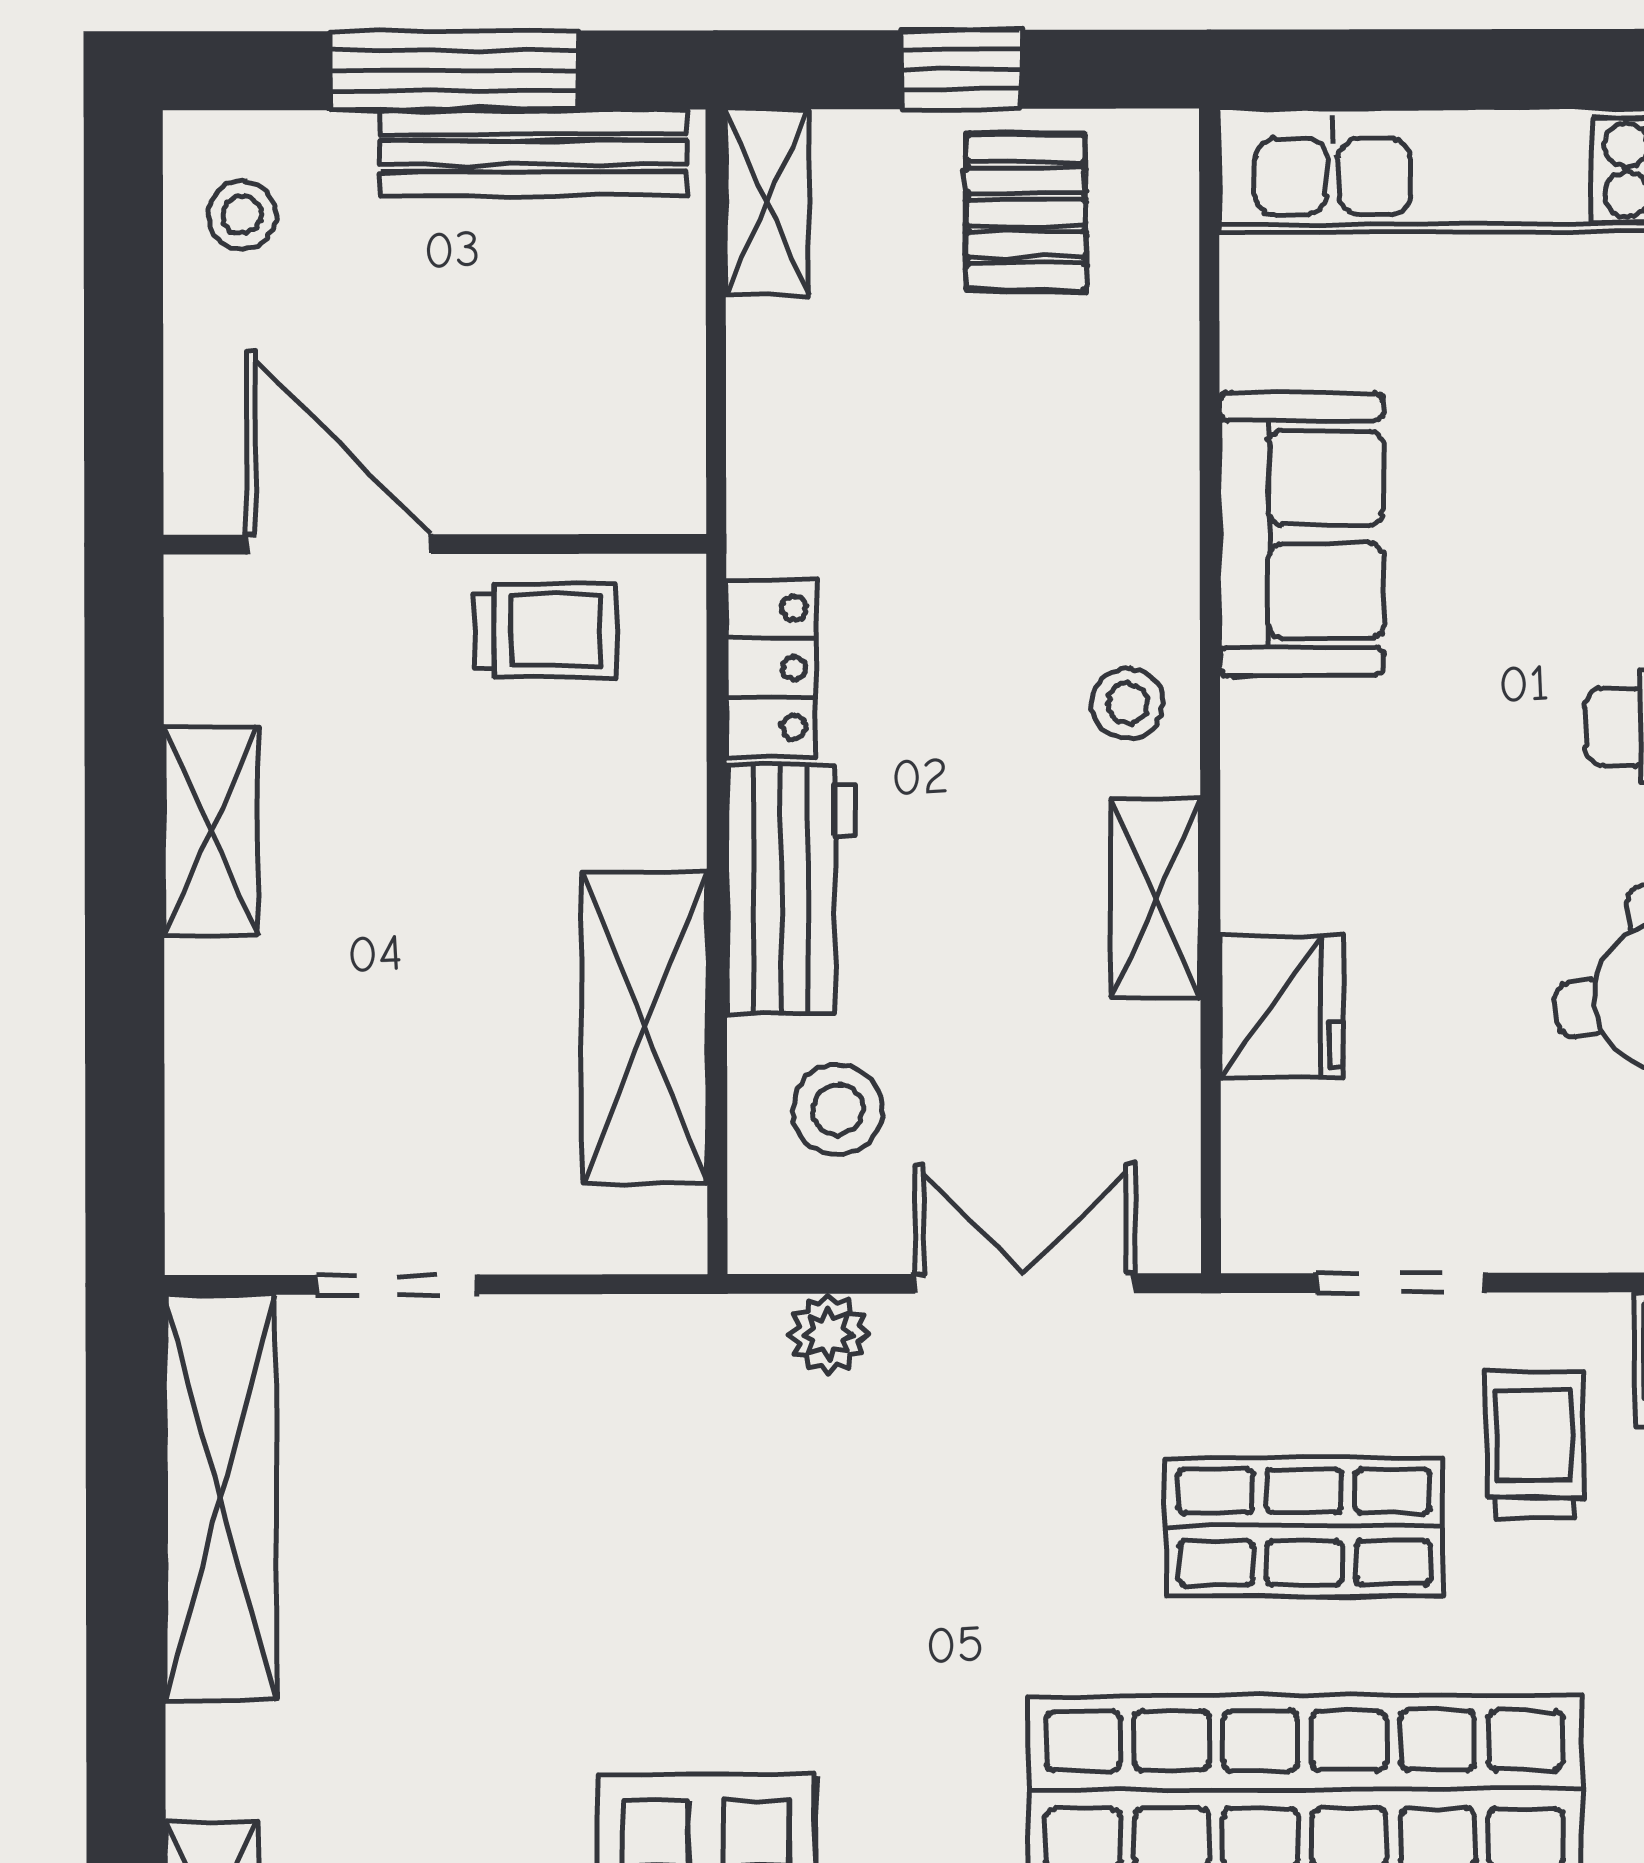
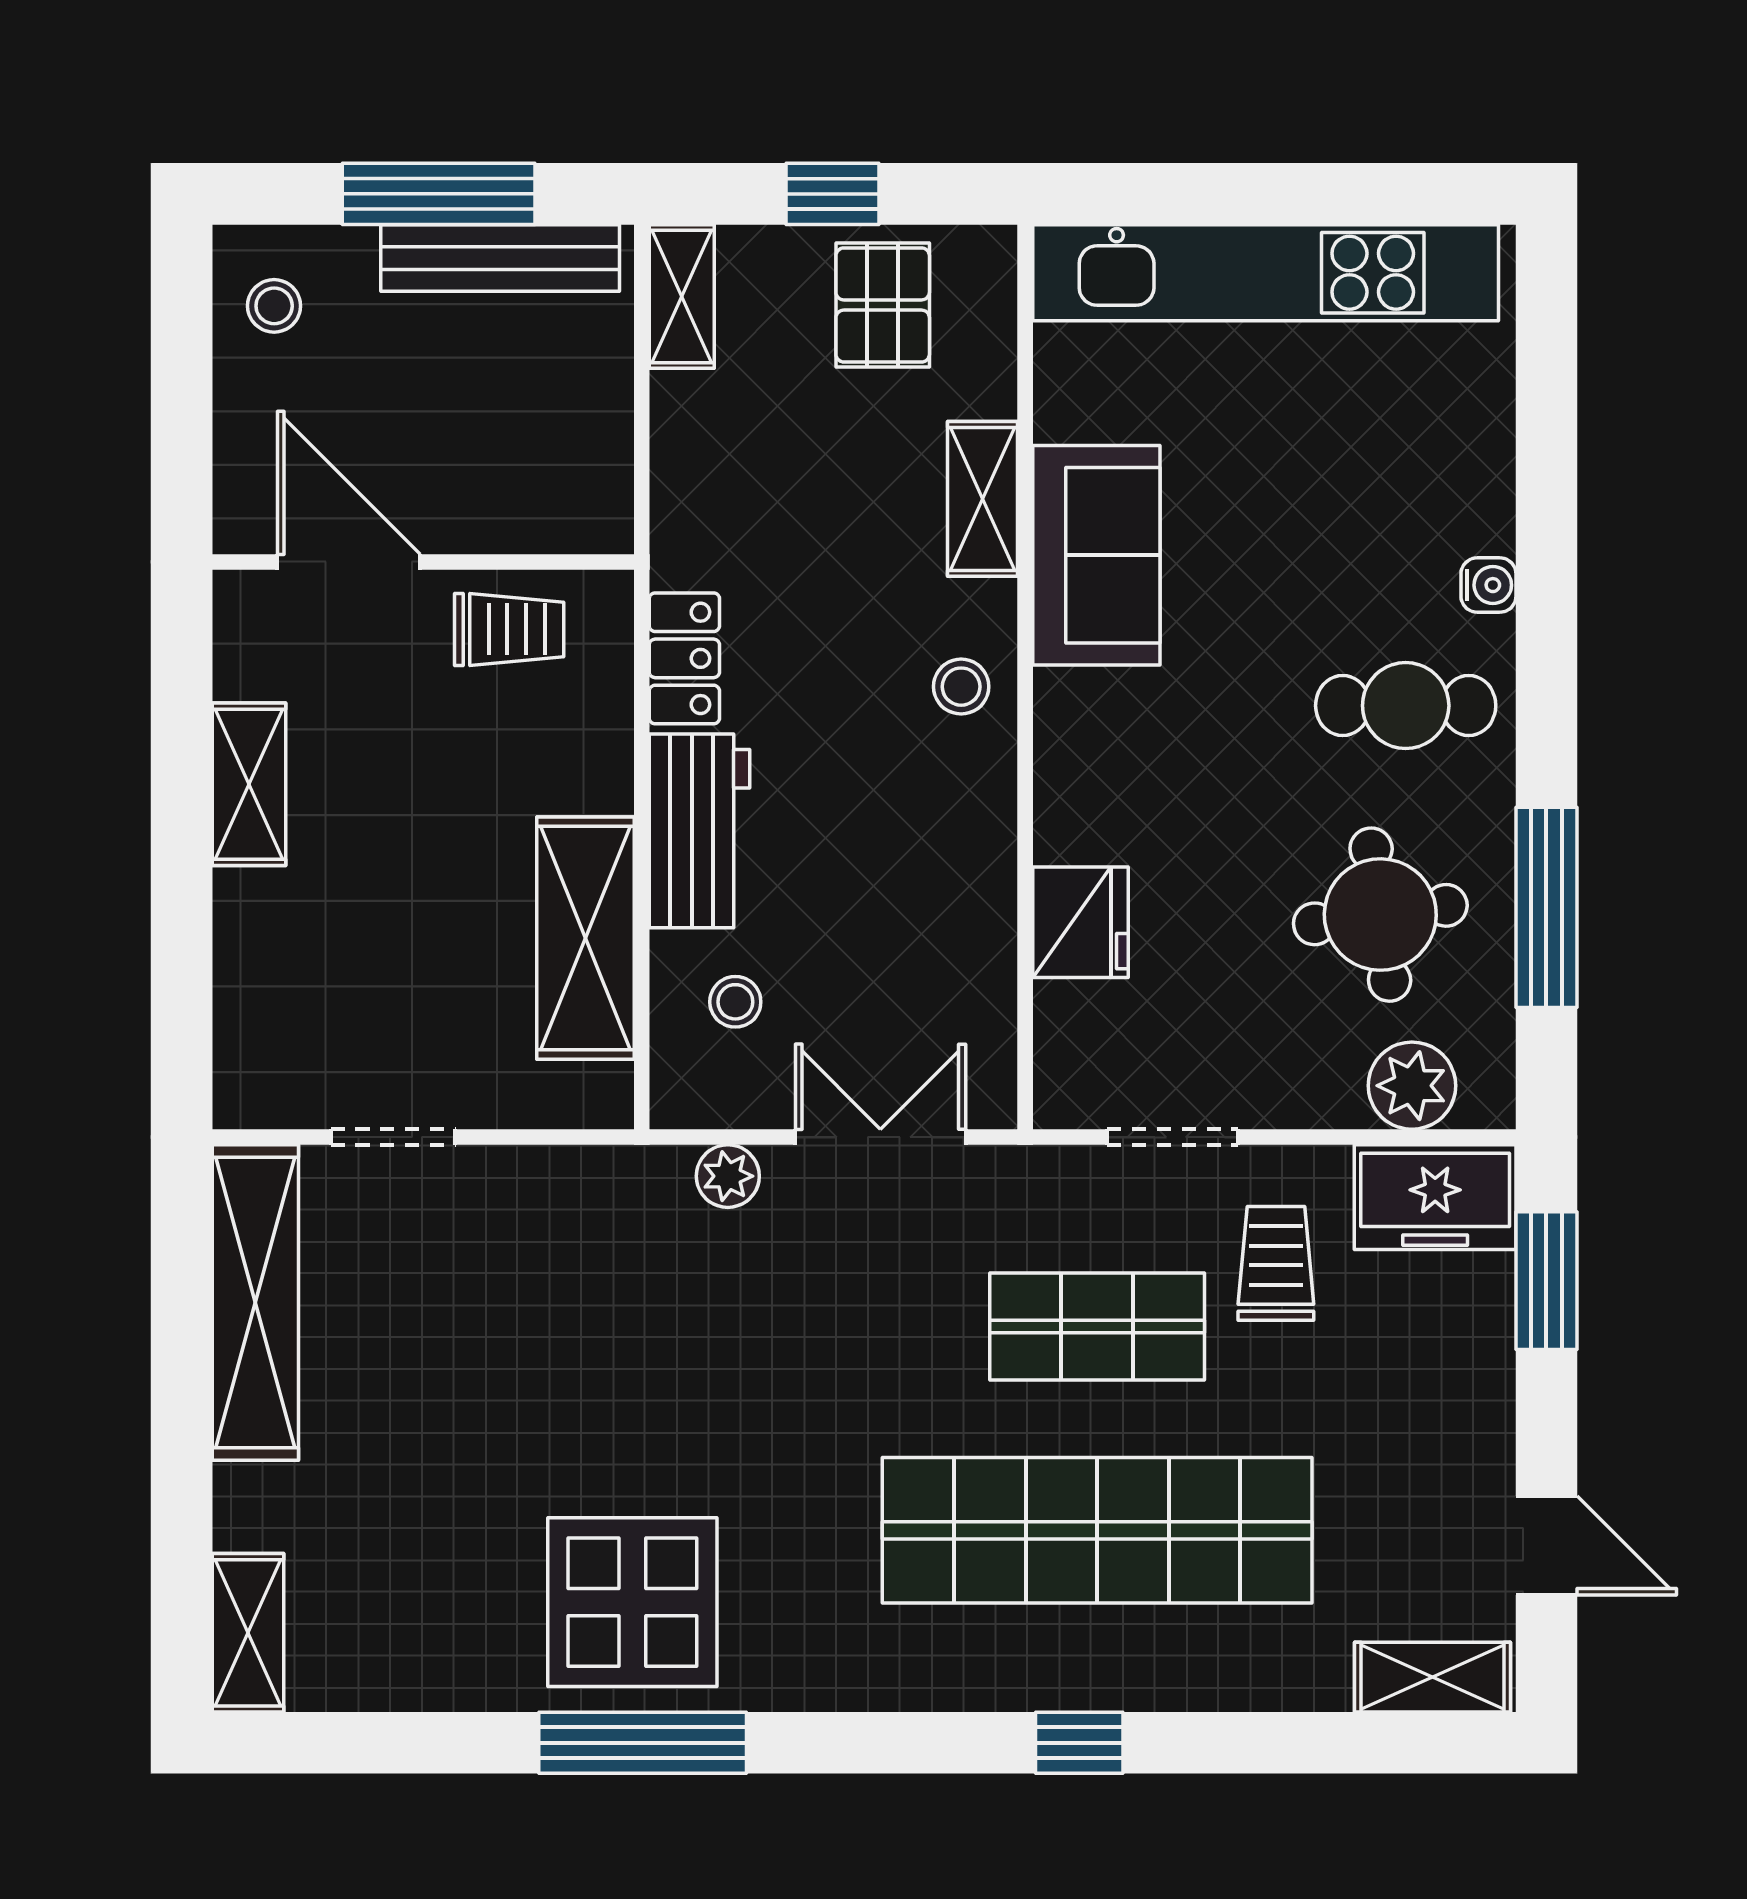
shelving: (1156, 898) -> (983, 499), moved
stool: (838, 1110) -> (735, 1002), width x0.73, depth x0.73

